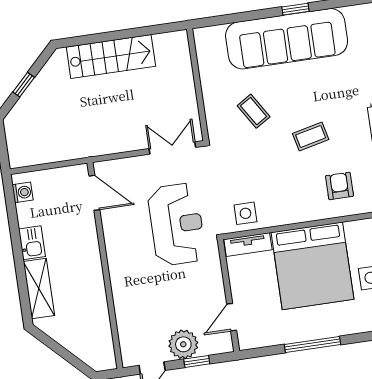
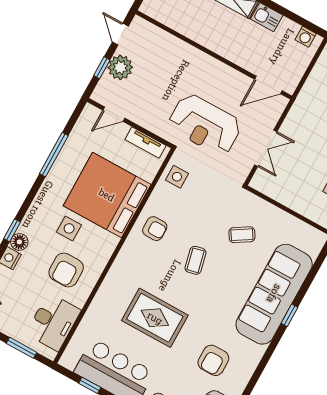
double door: (172, 148) -> (266, 148), moved
armchair: (339, 186) -> (155, 229), moved
tv unit: (248, 245) -> (145, 142), moved, turned -90
door: (232, 317) -> (114, 114), swing flipped

